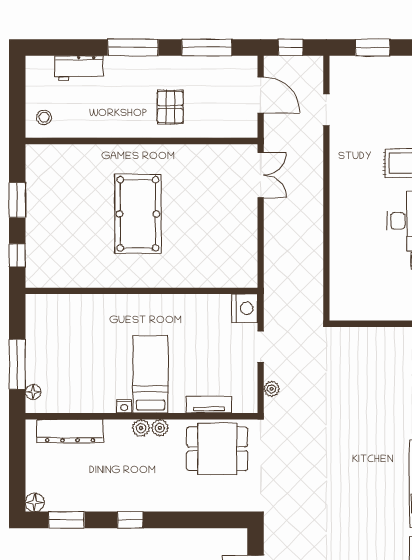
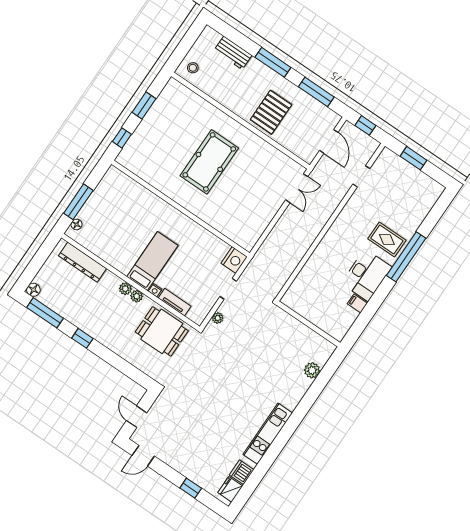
pallet: (170, 107) -> (271, 112), width x1.50, depth x1.42
nightstand: (124, 406) -> (155, 290), moved
window: (66, 520) -> (45, 313), width x1.44

